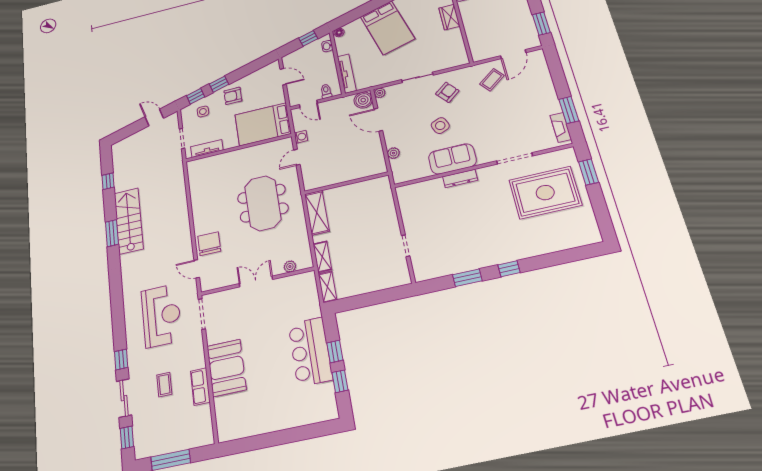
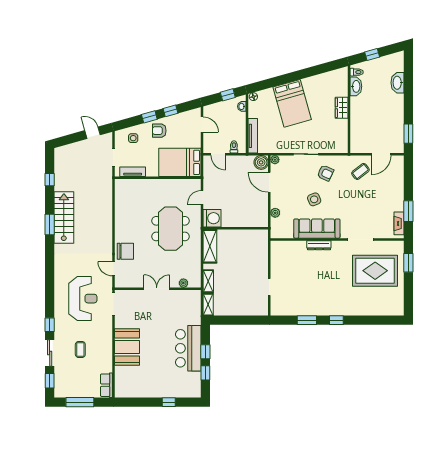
armchair: (447, 92) -> (325, 173), turned 64
window: (196, 96) -> (170, 111), moved
washing machine: (301, 137) -> (212, 218), moved, width x1.89, depth x1.89
sofa: (452, 159) -> (317, 229), width x1.36
chair: (209, 244) -> (125, 251), turned 90
row of seats: (200, 387) -> (106, 385), moved
window: (295, 434) -> (169, 402), added

